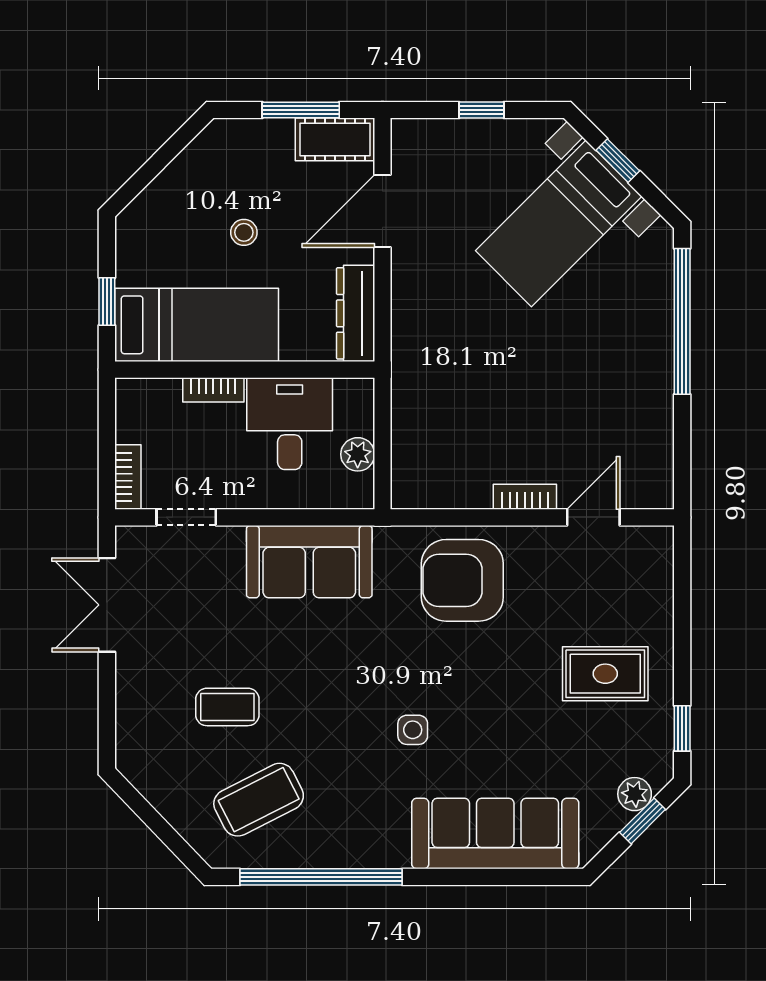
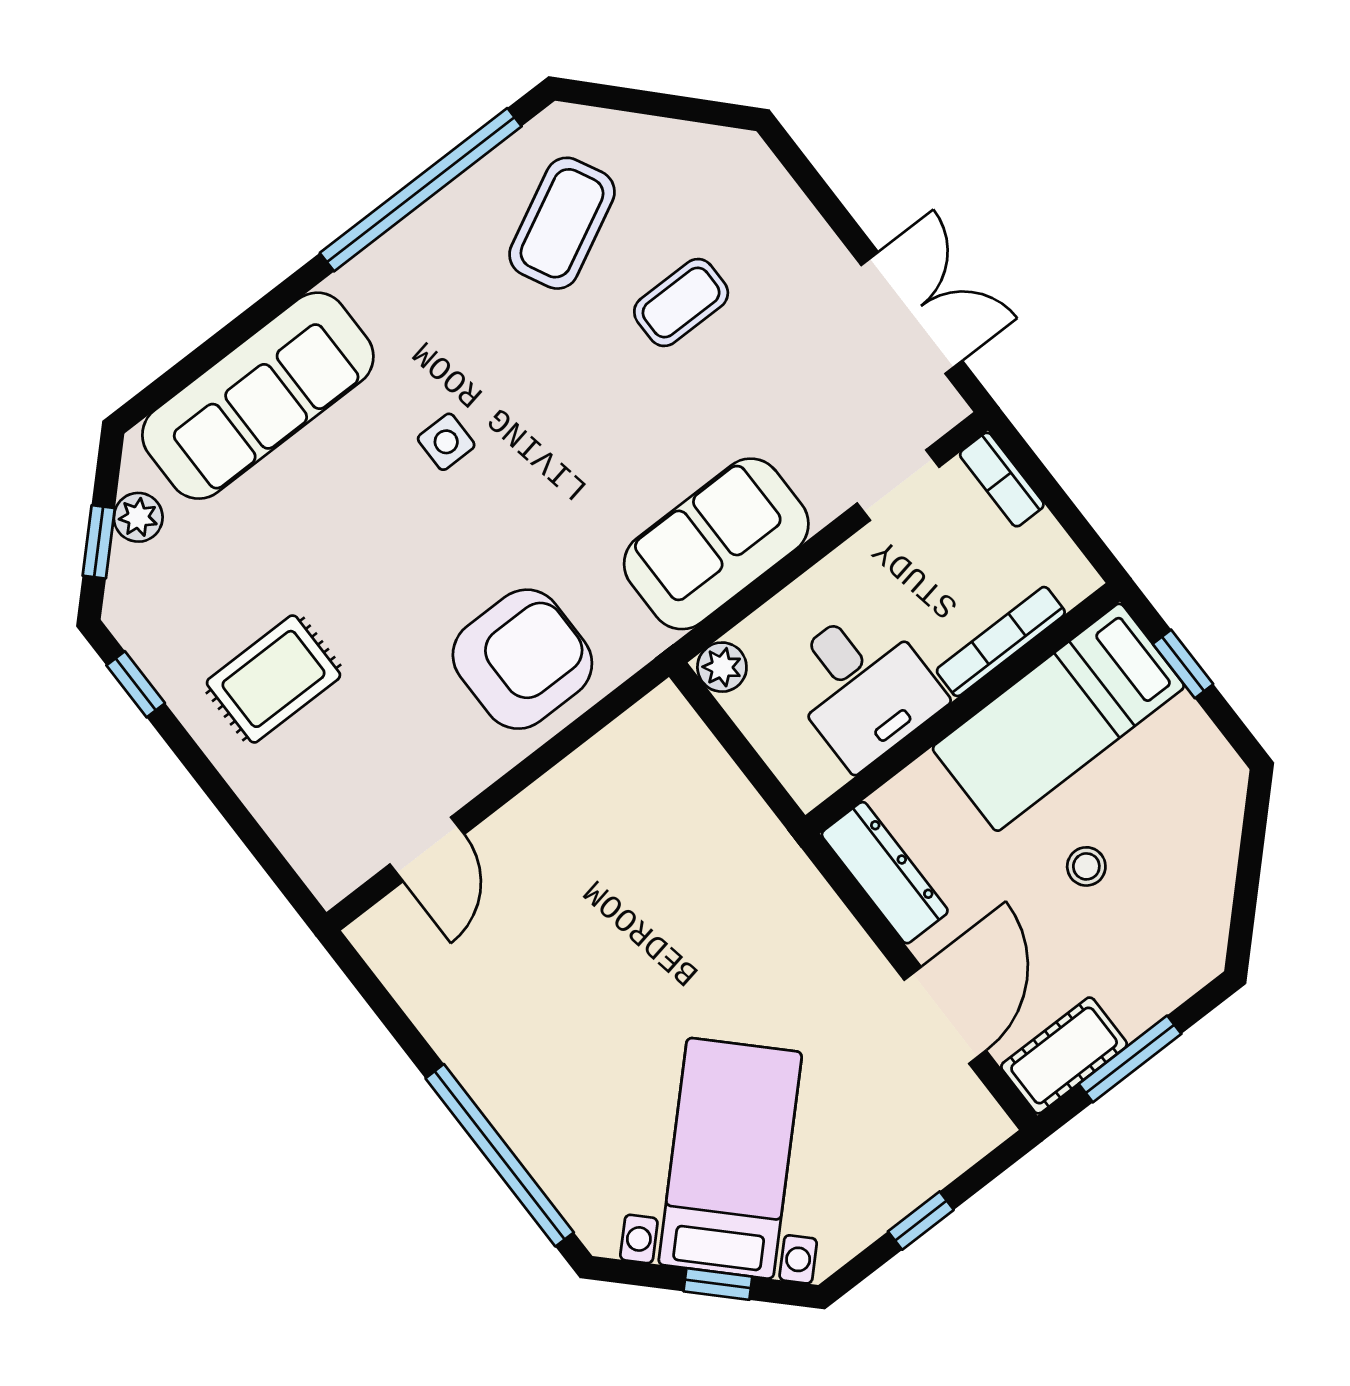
bookcase: (213, 390) -> (1001, 642), width x1.56
plant: (358, 454) -> (722, 667), moved
bookcase: (525, 497) -> (525, 812), removed
plant: (635, 794) -> (138, 517), moved

